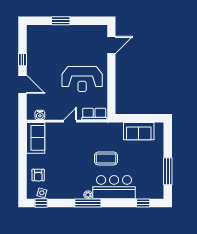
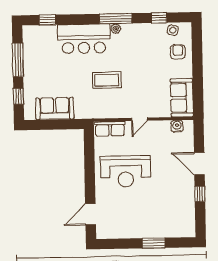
reception desk: (82, 79) -> (126, 171), turned 180
window: (168, 142) -> (18, 96), added
coffee table: (106, 158) -> (107, 80), moved
window: (41, 203) -> (159, 18), moved

